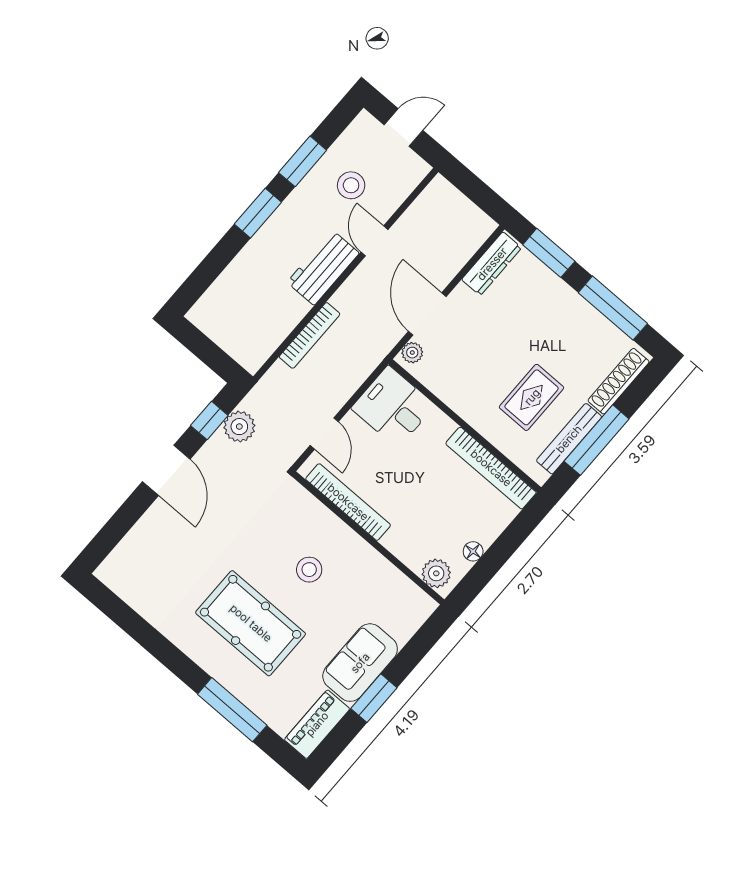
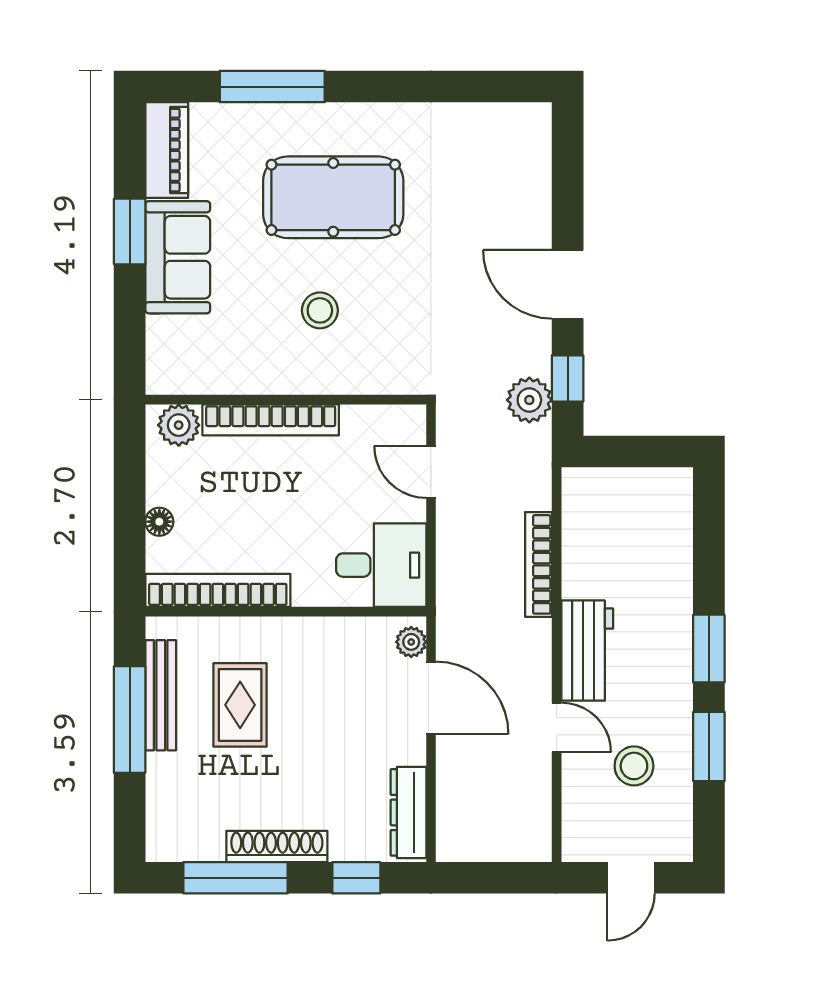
window: (549, 253) -> (356, 878), width x0.67
shoe rack: (619, 381) -> (277, 846), moved, turned -90
bookcase: (348, 502) -> (271, 420), moved
floor lamp: (473, 551) -> (159, 522), moved

